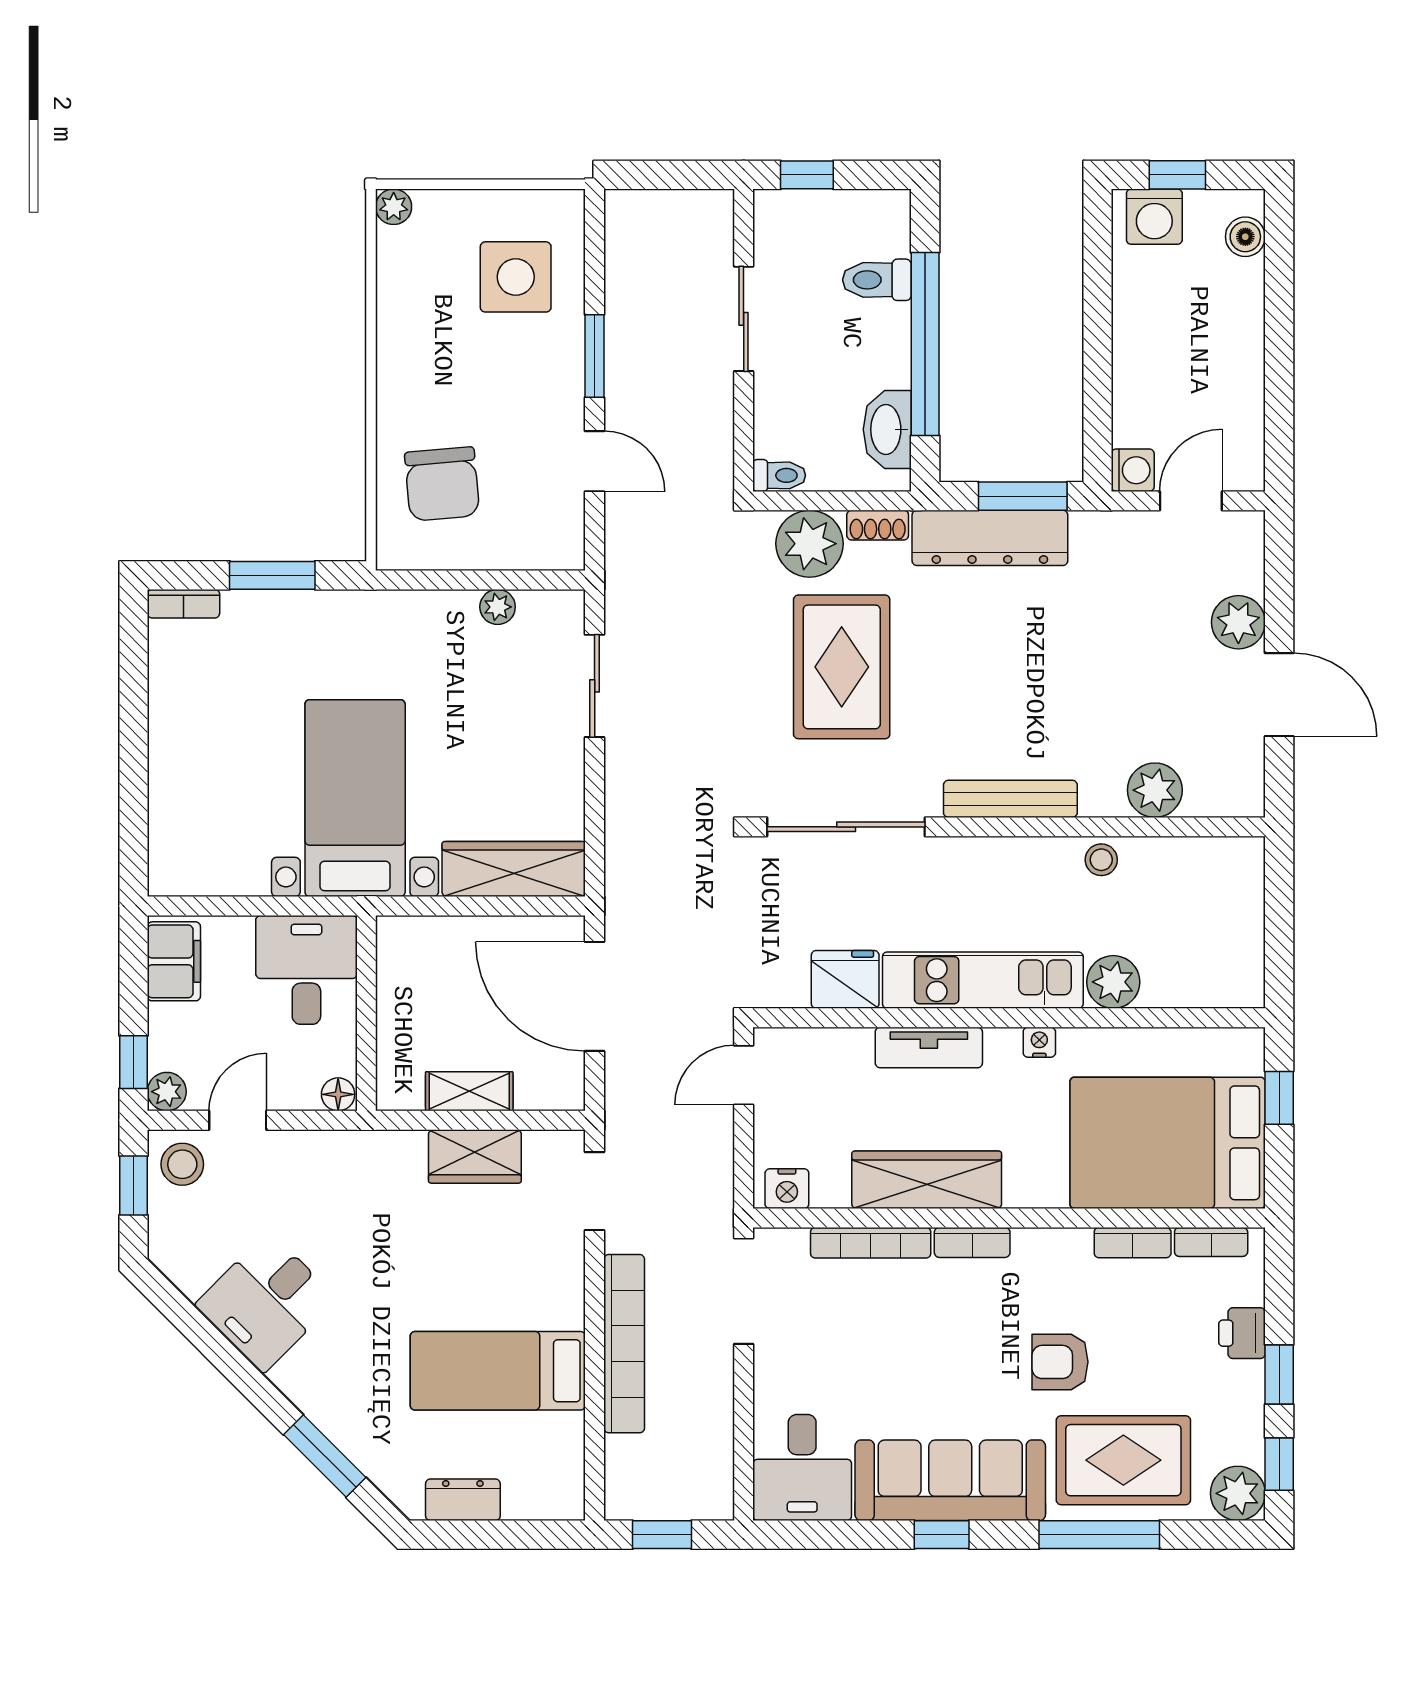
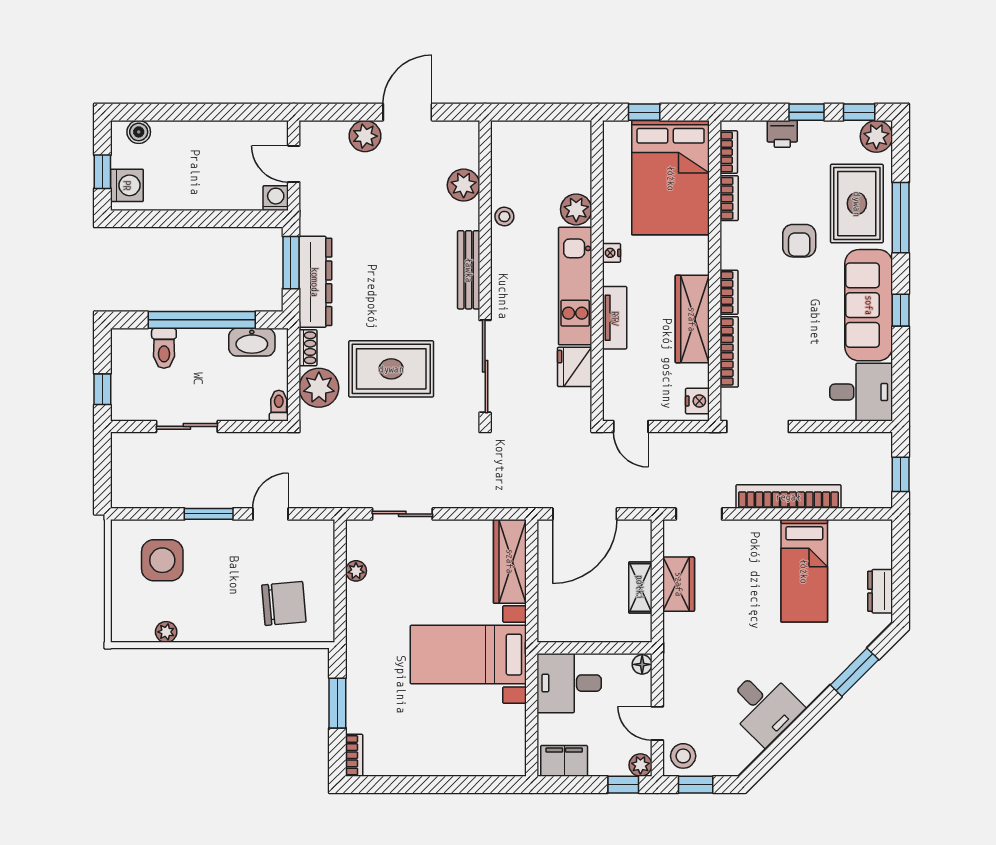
plant: (394, 207) -> (166, 632), moved

